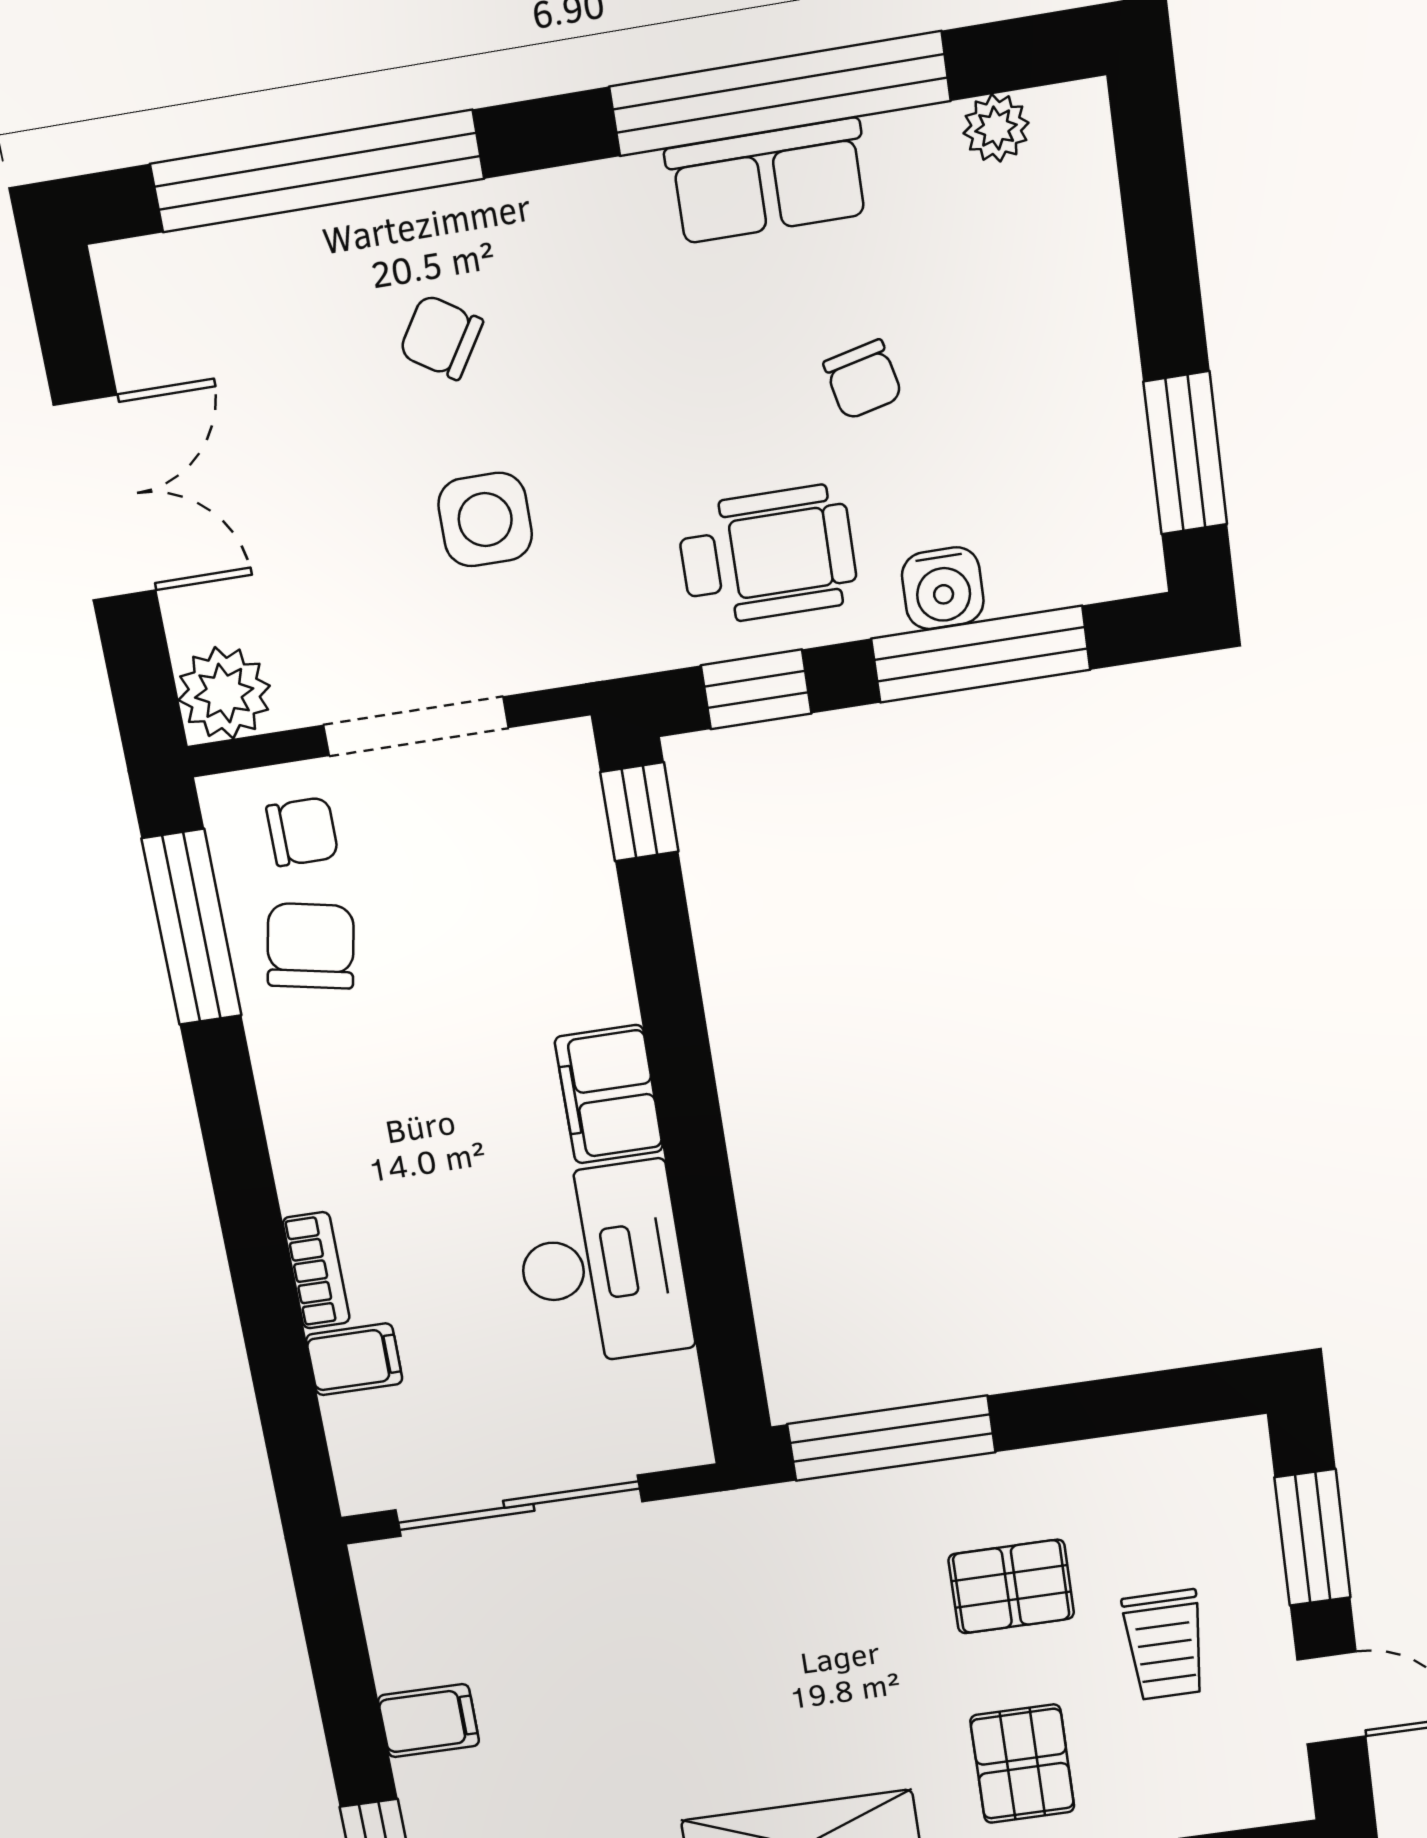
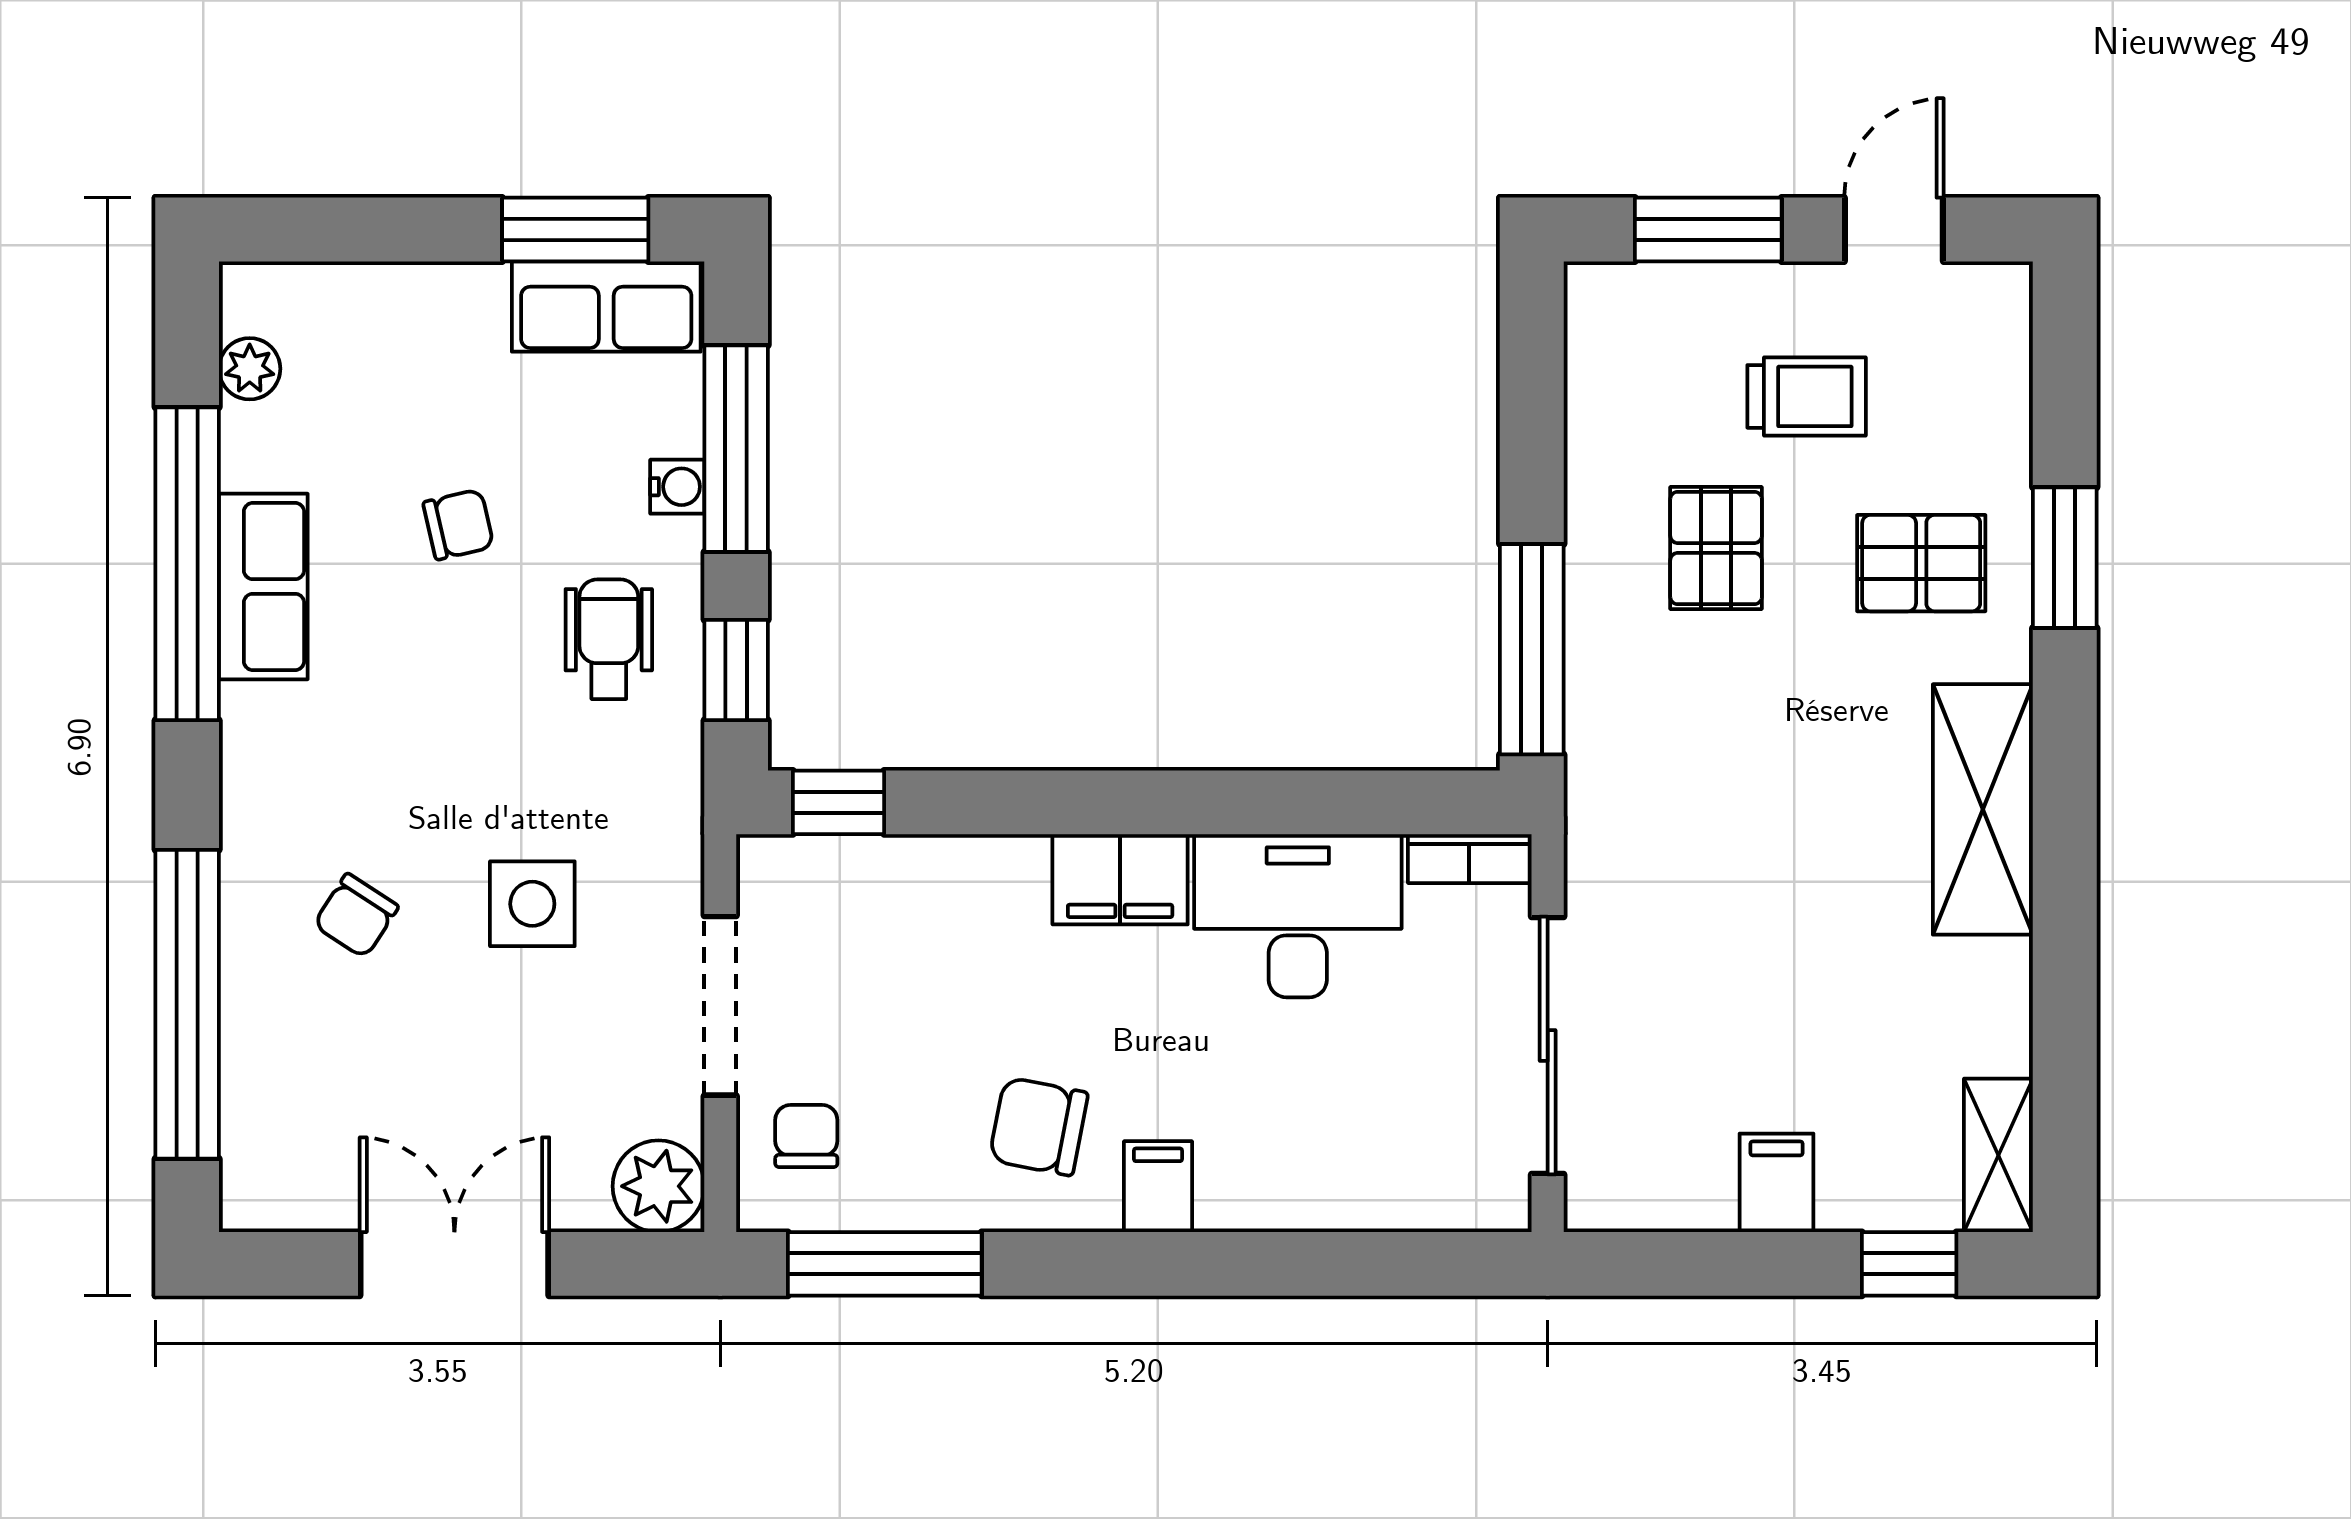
row of seats: (1109, 498) -> (606, 307), added
wheelchair: (768, 555) -> (609, 639), width x0.73, depth x0.73
water cooler: (943, 588) -> (677, 487), width x0.72, depth x0.72
chair: (311, 946) -> (1039, 1126), moved
bookcase: (316, 1270) -> (1469, 859), moved, turned 180
filing cabinet: (354, 1359) -> (1158, 1187), moved

